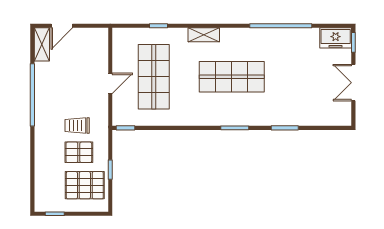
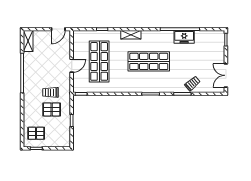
door: (62, 26) -> (58, 29), moved
freezer: (336, 38) -> (184, 37), moved
double door: (353, 83) -> (226, 75), moved
trolley: (301, 111) -> (192, 83), added
pallet: (85, 185) -> (36, 133), moved, width x0.67, depth x0.71

